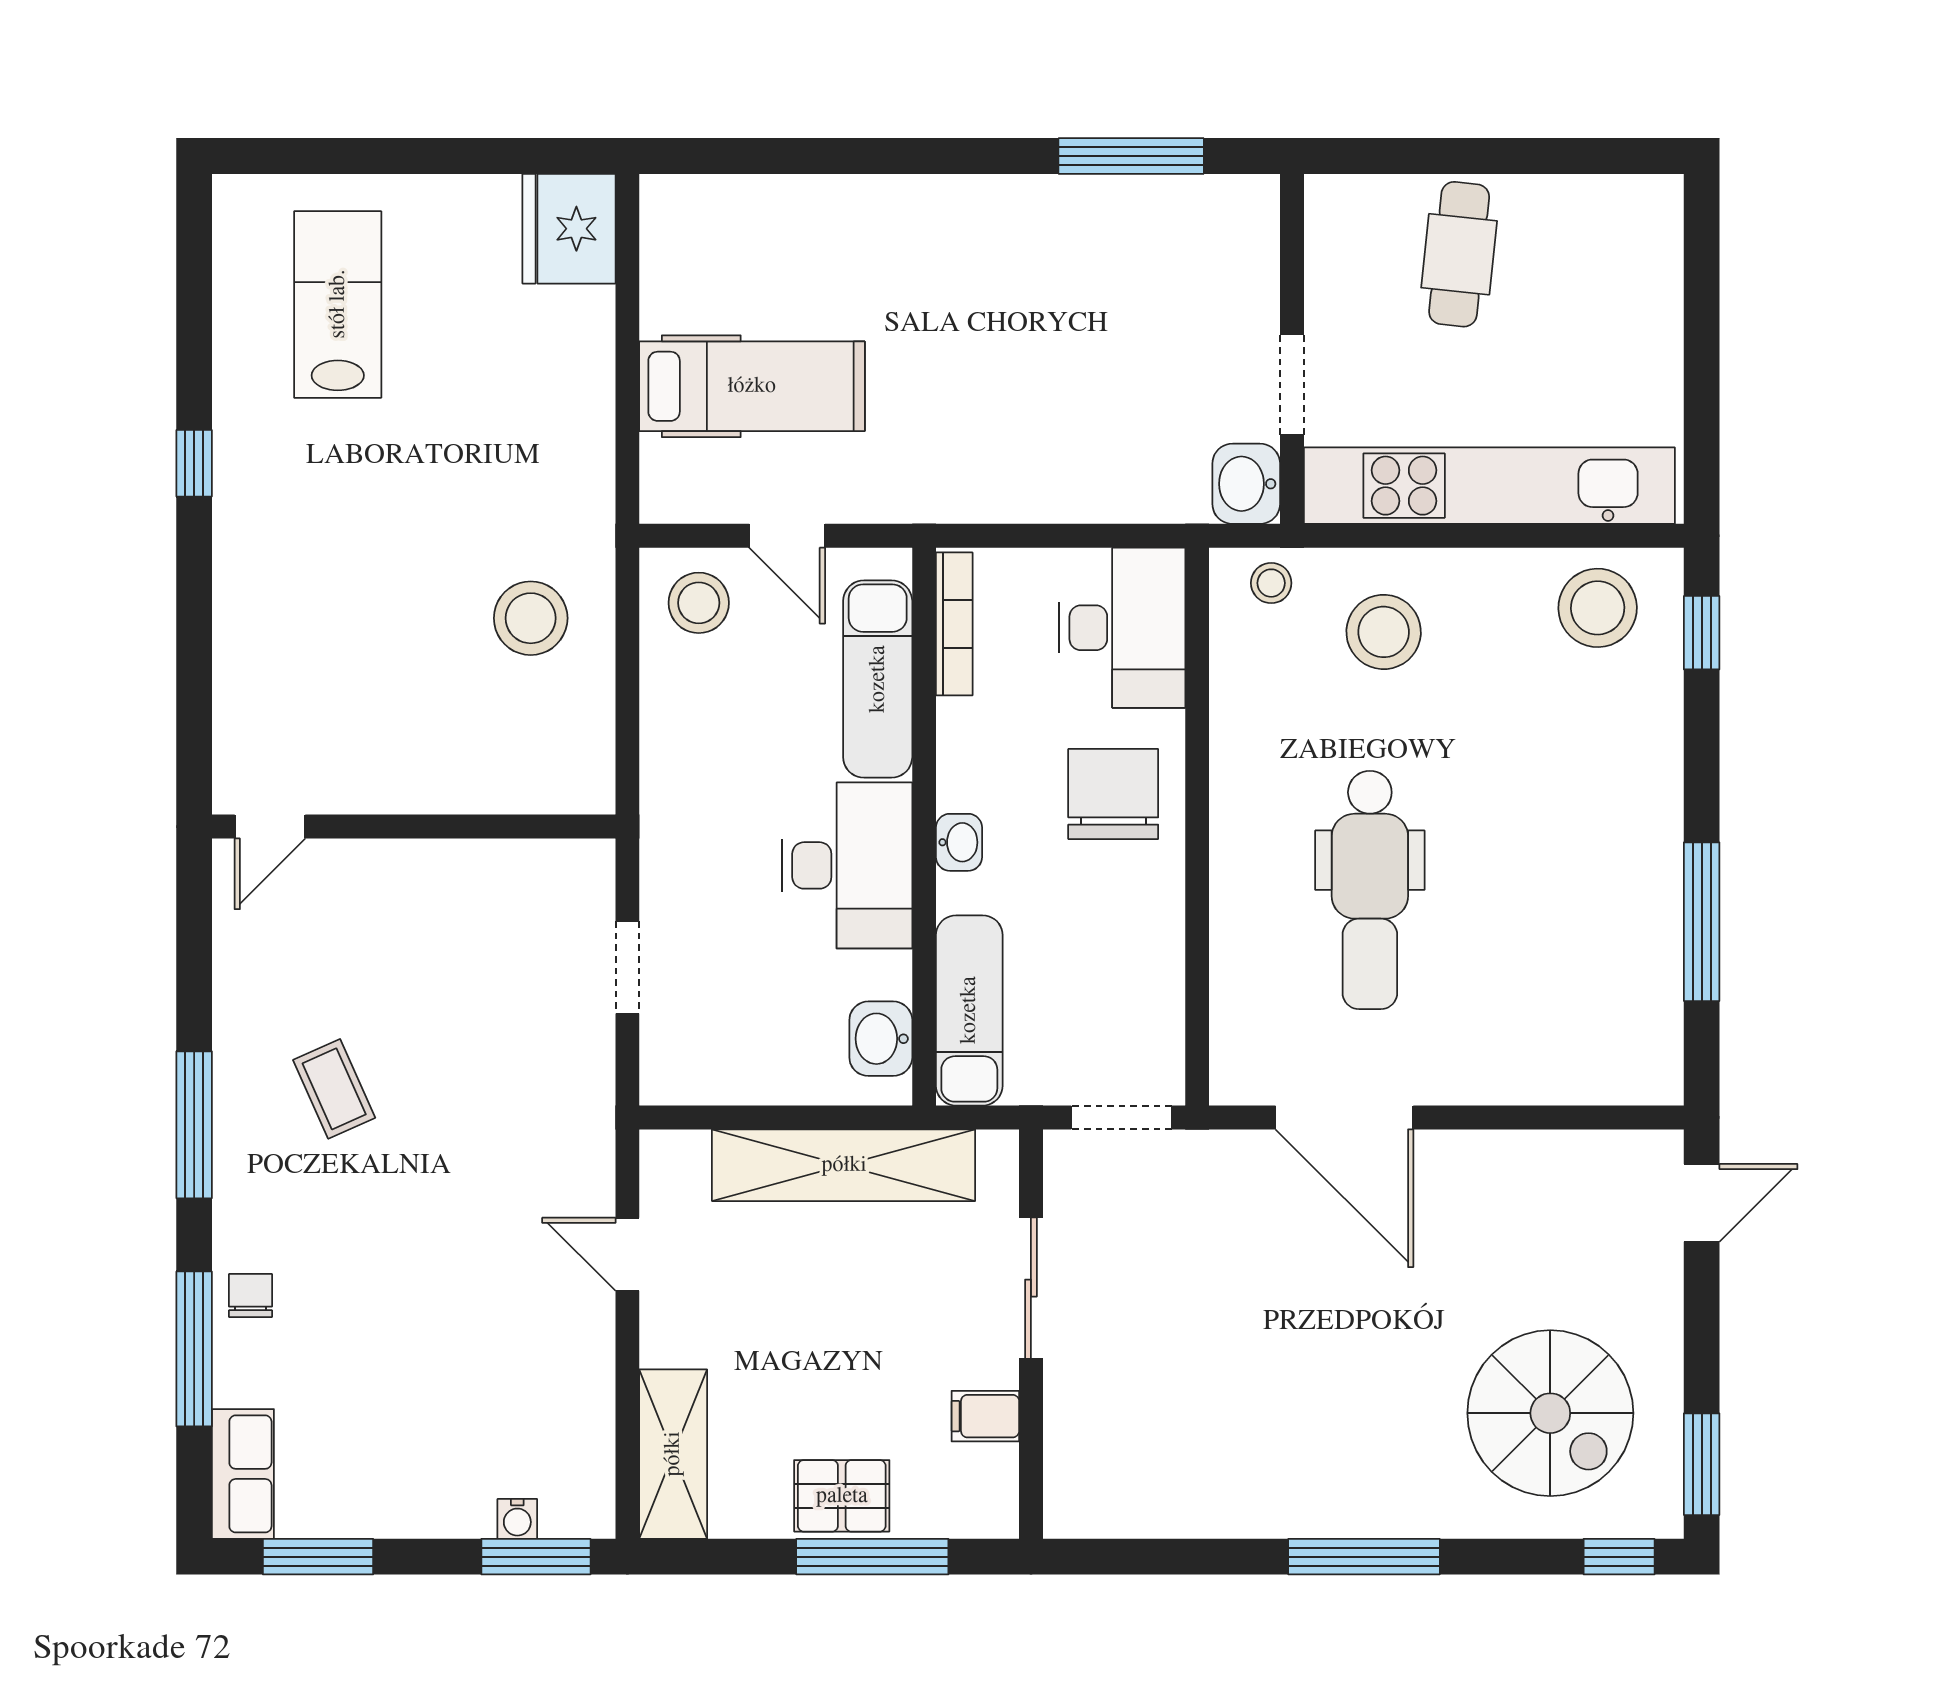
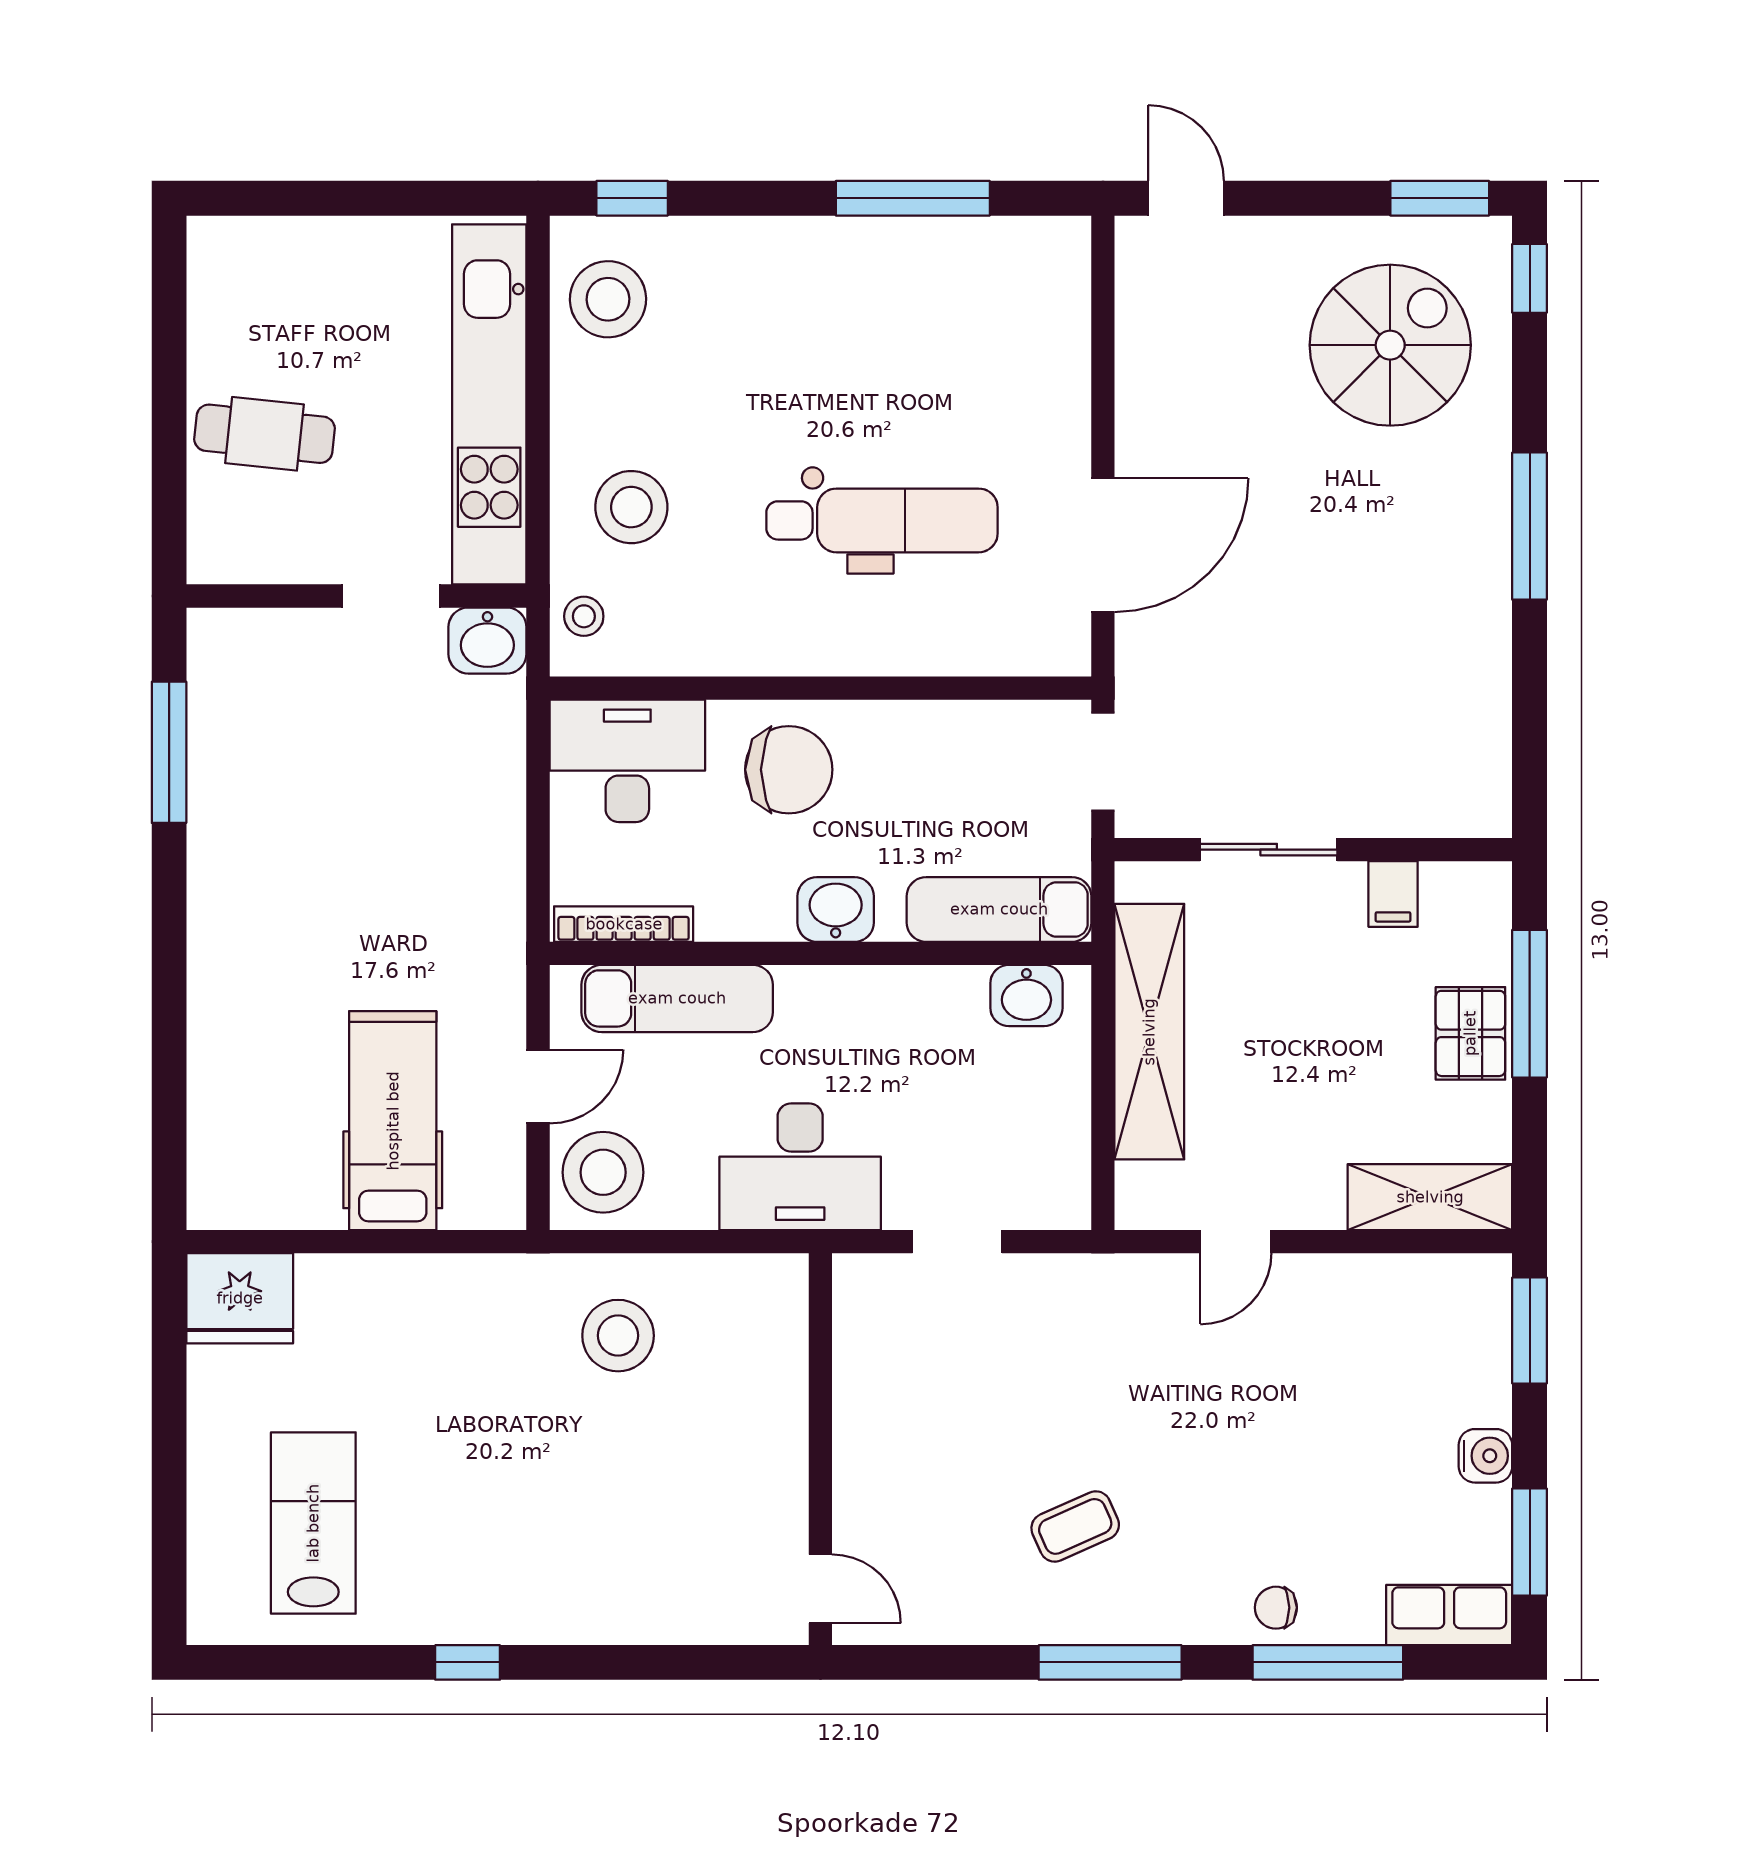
lab bench: (338, 304) -> (313, 1523), turned 90
stool: (699, 603) -> (603, 1172), width x1.38, depth x1.38
chair: (1113, 794) -> (789, 770), turned 180
washbasin: (959, 842) -> (836, 909), width x1.38, depth x1.45
desk: (847, 865) -> (800, 1167), moved, turned 180
water cooler: (517, 1519) -> (1485, 1456), moved, width x1.38, depth x1.38

